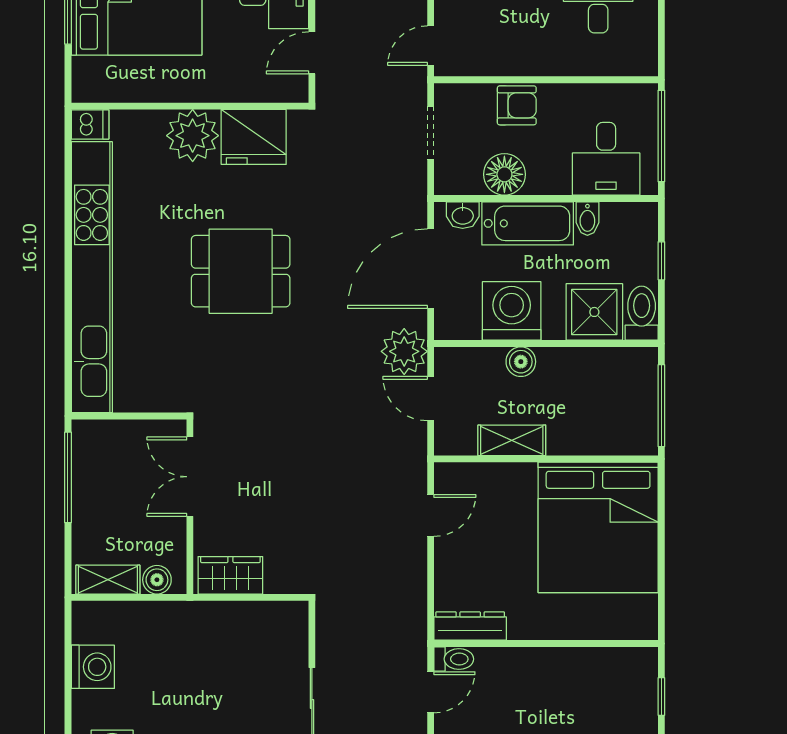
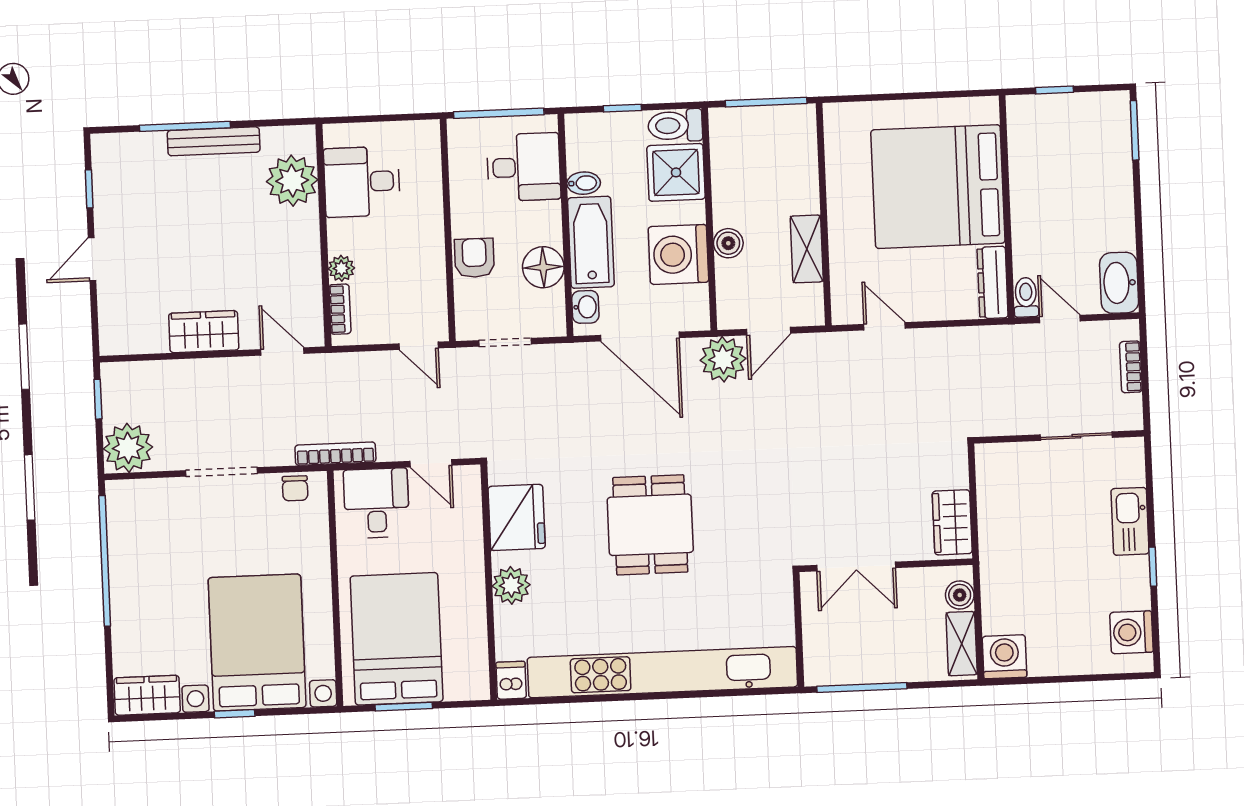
plant: (193, 136) -> (511, 585), width x0.73, depth x0.73
bed: (598, 527) -> (938, 187), moved, turned 180
washing machine: (93, 667) -> (1004, 657), moved

